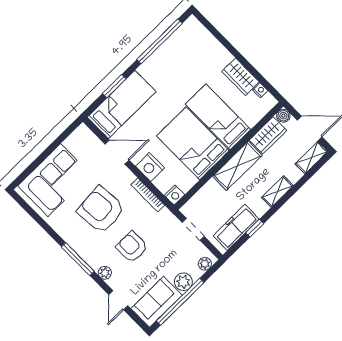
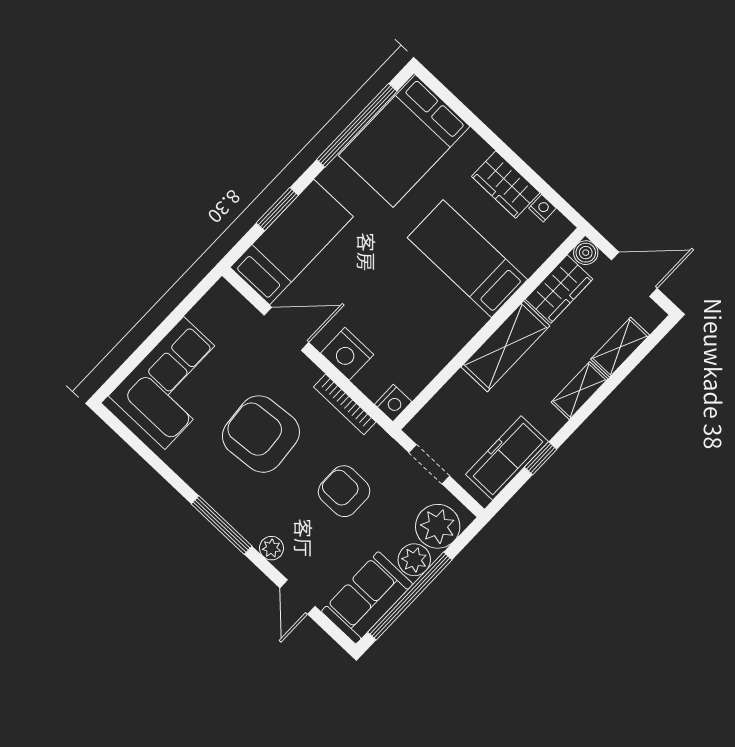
bed: (193, 143) -> (404, 141), moved, turned -90
shelving: (312, 158) -> (620, 347), moved
armchair: (132, 247) -> (344, 491), moved
plant: (205, 264) -> (438, 526), width x1.88, depth x1.88

